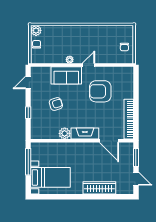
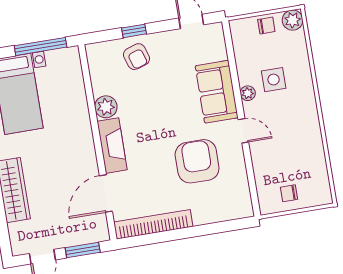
side table: (65, 45) -> (274, 80), added
armchair: (56, 104) -> (137, 57), moved

